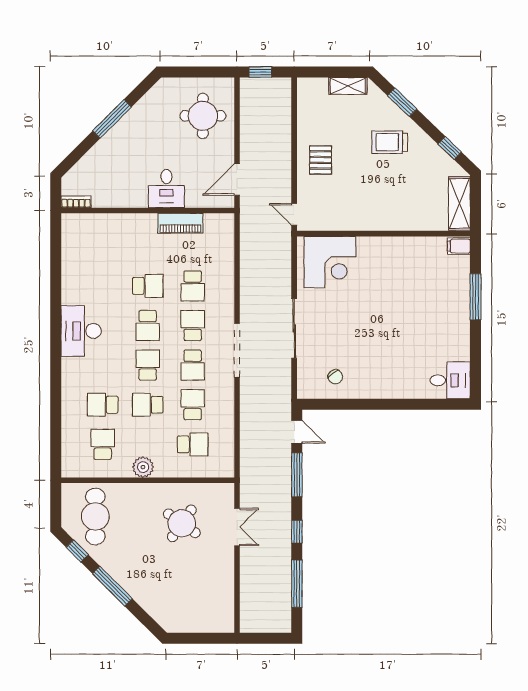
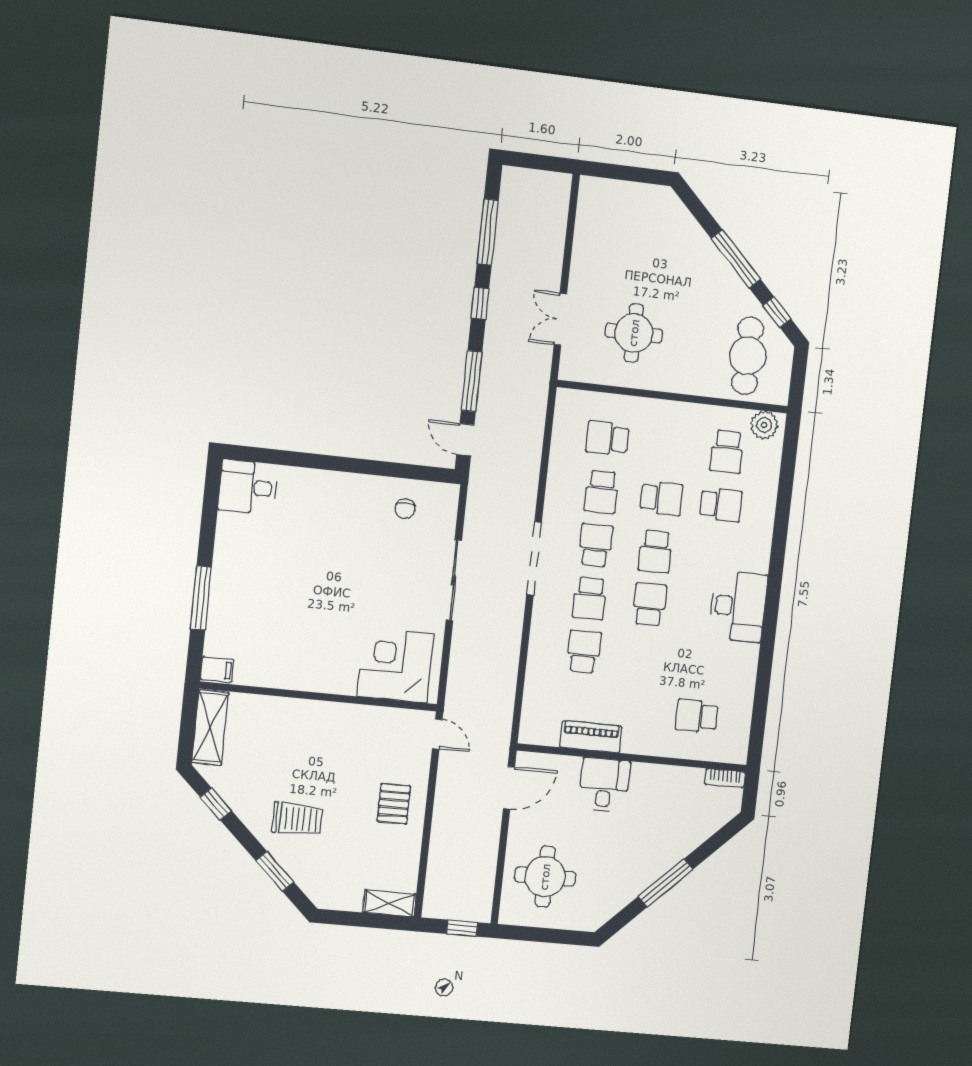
shelving: (348, 86) -> (390, 903), moved
school desk: (148, 286) -> (697, 716), moved
chair: (335, 377) -> (405, 509), turned -144
plant: (143, 467) -> (764, 425), moved
round table: (182, 523) -> (634, 333), turned -35

